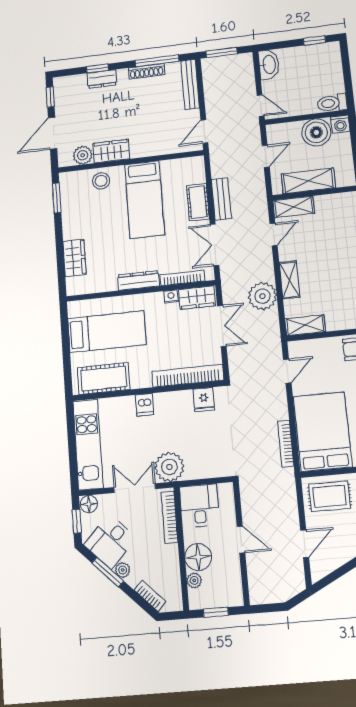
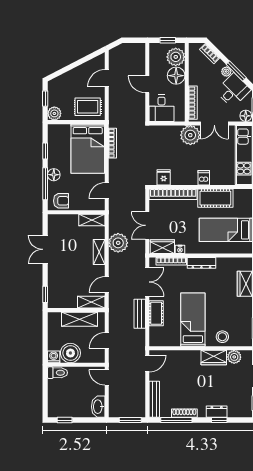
cot: (104, 379) -> (215, 198), moved
desk: (199, 506) -> (162, 108), moved
plant: (194, 580) -> (176, 57), width x1.87, depth x1.87

